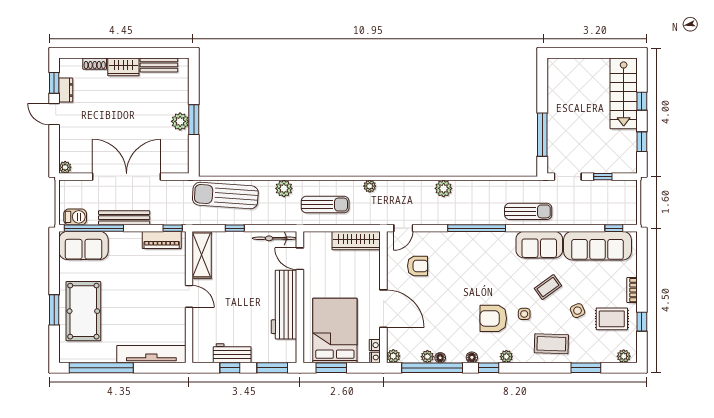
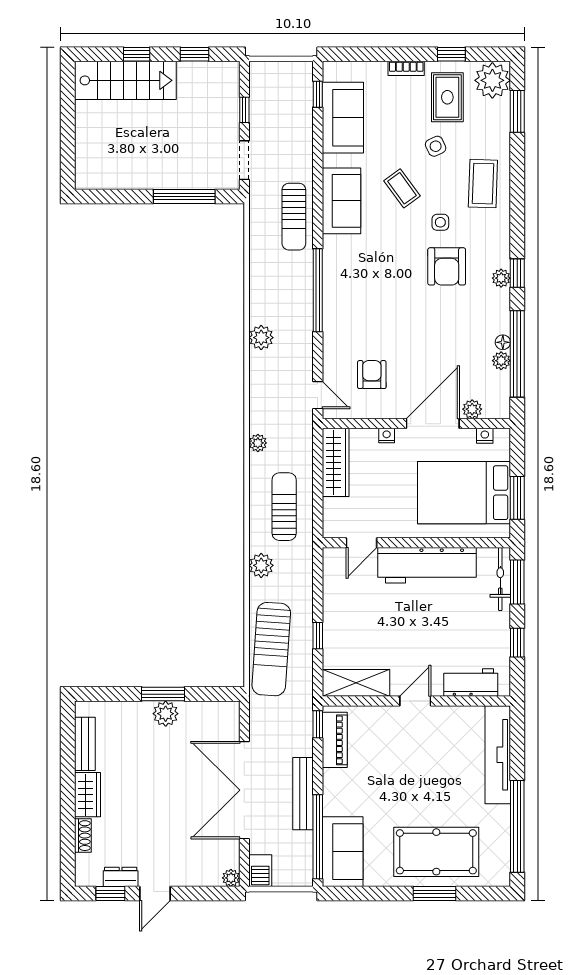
sun lounger: (528, 211) -> (294, 217), turned 180
barbecue: (75, 217) -> (260, 871), moved, turned 180
bicycle: (274, 238) -> (500, 579), moved, turned 180
sofa: (598, 246) -> (343, 118), width x0.73
workbench: (232, 353) -> (471, 683), moved, turned 90
plant: (393, 356) -> (472, 409), moved
plant: (624, 356) -> (492, 80), width x1.88, depth x1.88
nightstand: (375, 357) -> (387, 435), moved
floor lamp: (472, 357) -> (502, 297), removed
plant: (506, 357) -> (501, 278), moved
window: (586, 368) -> (517, 111), moved

